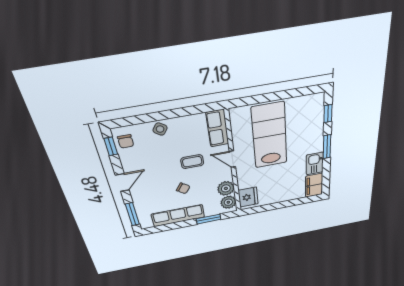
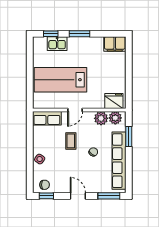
kitchen sink: (315, 163) -> (57, 44), moved
row of seats: (178, 216) -> (119, 161), width x1.36

